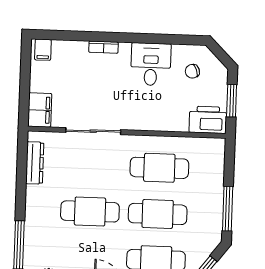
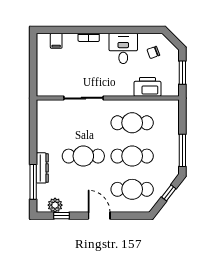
filing cabinet: (43, 50) -> (56, 41), moved
filing cabinet: (40, 110) -> (44, 84), removed
printer: (208, 120) -> (147, 87), moved
dresser: (35, 163) -> (42, 168), moved

